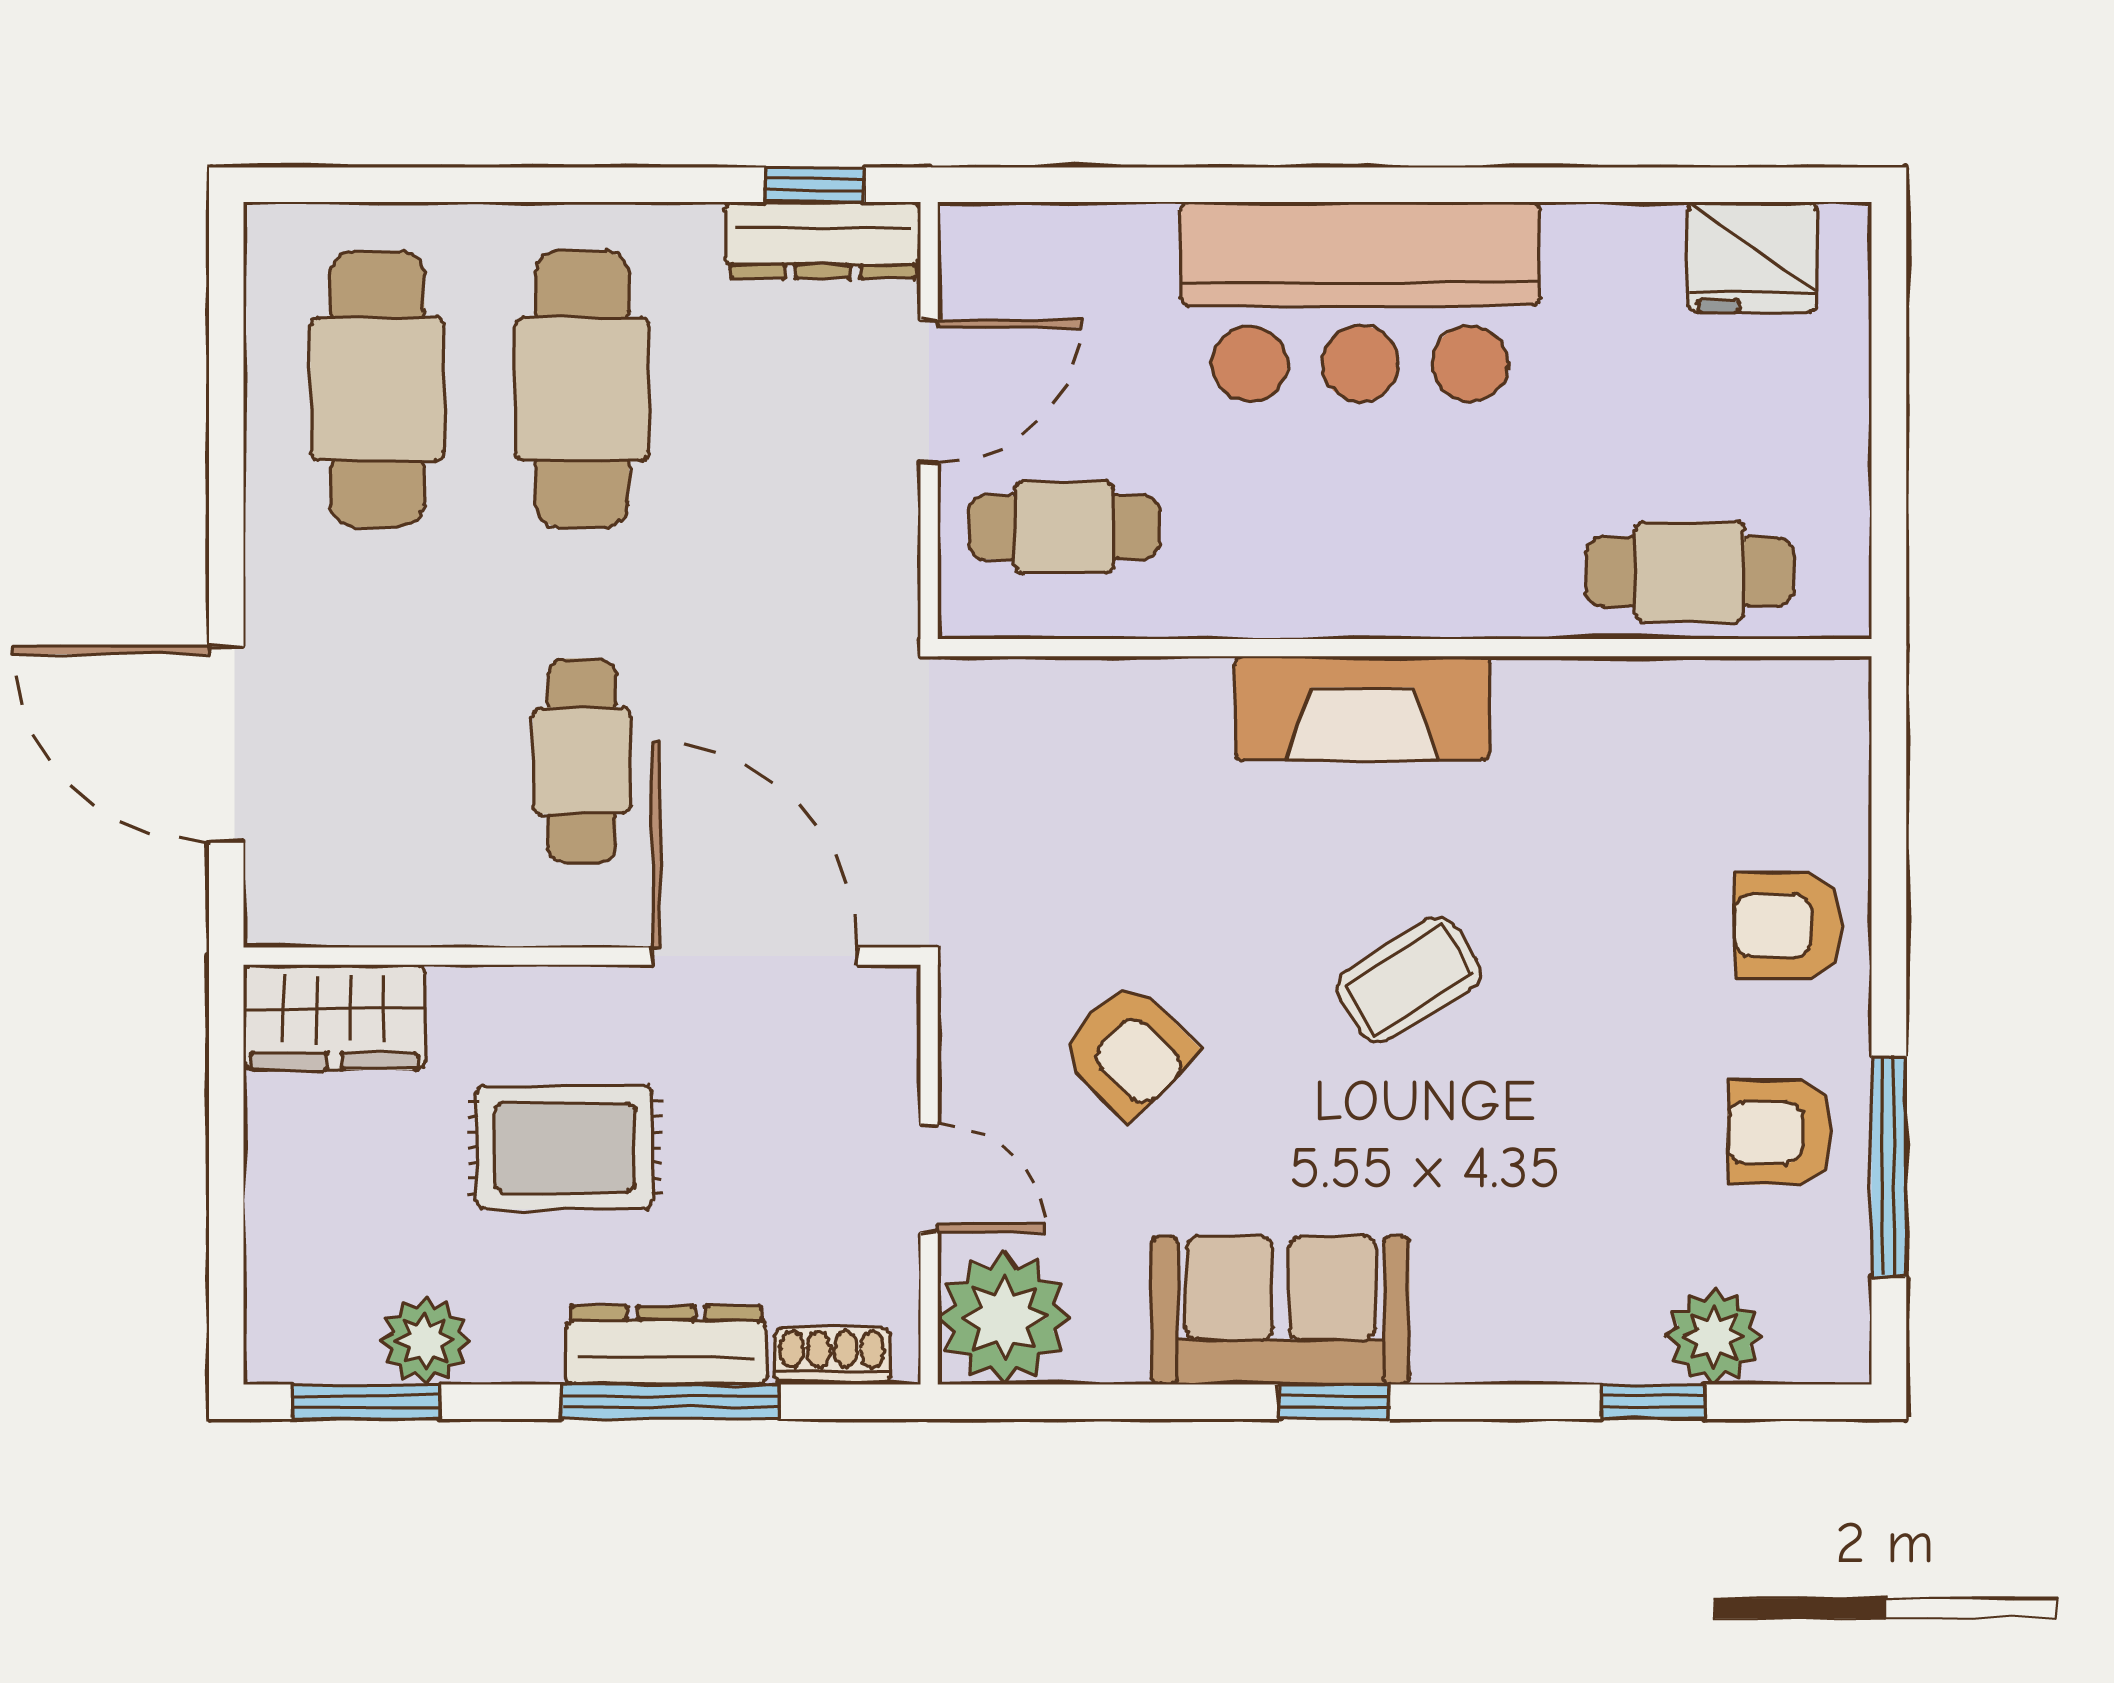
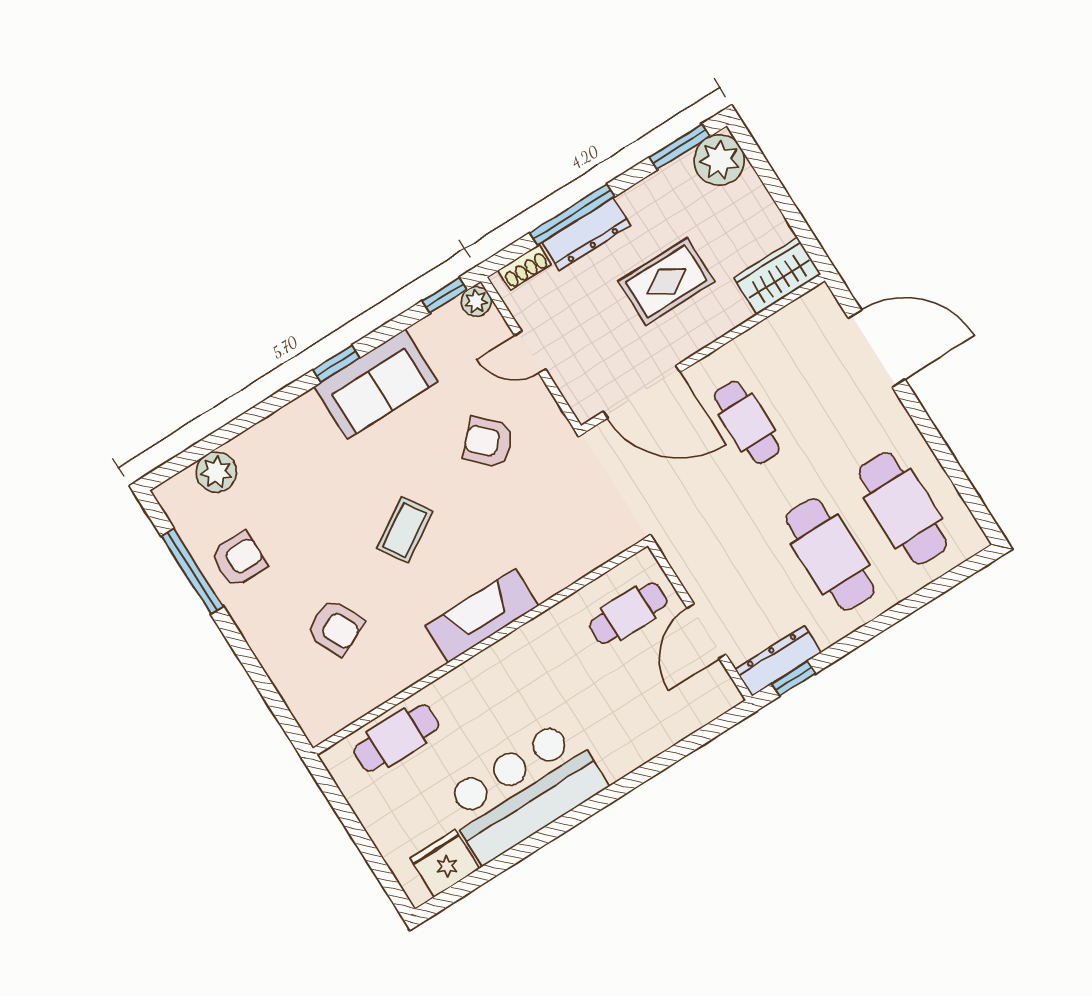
bar counter: (1360, 302) -> (524, 791), moved
armchair: (1788, 926) -> (335, 627), moved, turned 65
plant: (1004, 1318) -> (476, 301), width x0.53, depth x0.53
plant: (425, 1341) -> (719, 160), moved, width x1.36, depth x1.36
window: (1653, 1402) -> (445, 295), moved

